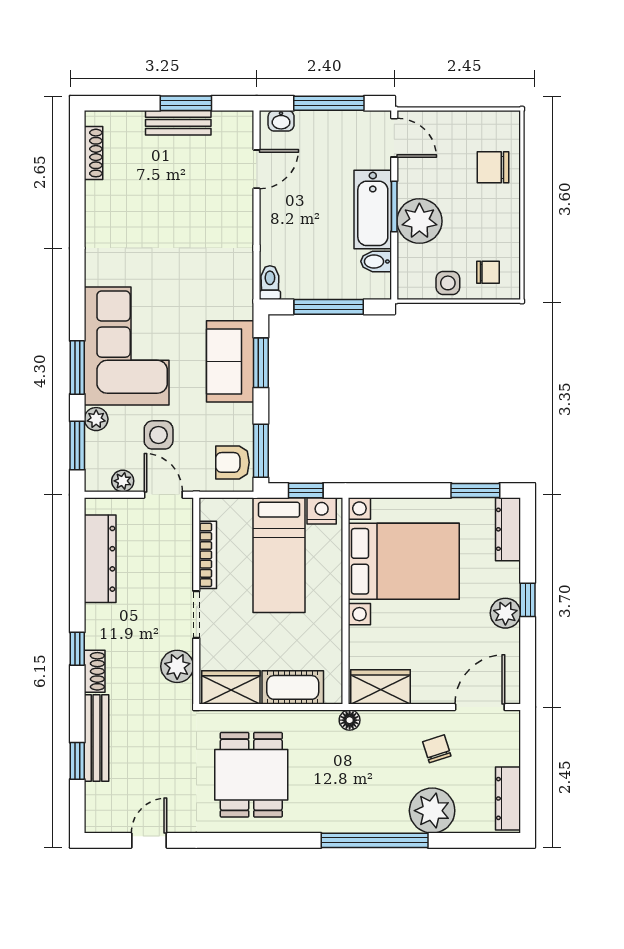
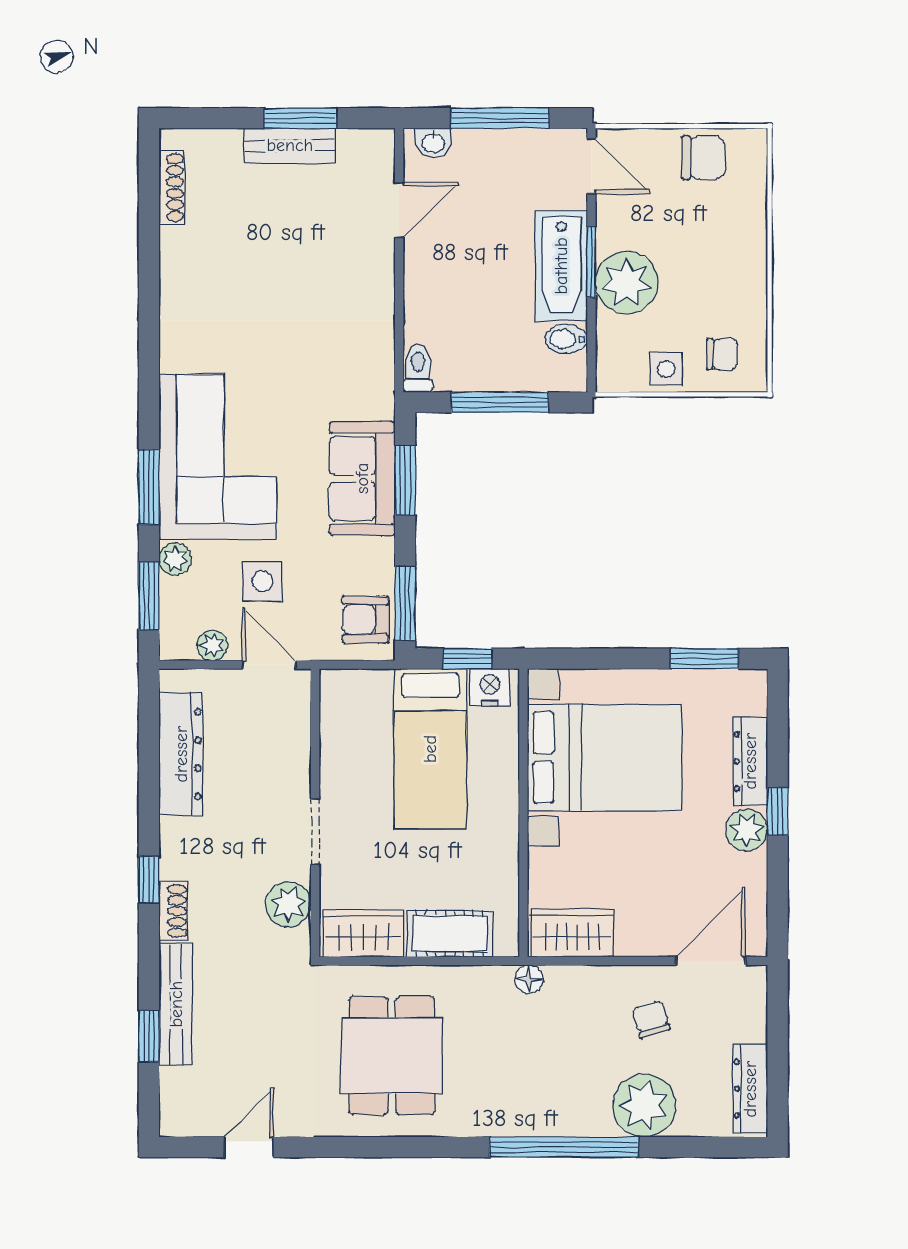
chair: (493, 167) -> (703, 158), moved, turned 180
dresser: (508, 529) -> (750, 761), moved
bookcase: (208, 555) -> (331, 749), removed

